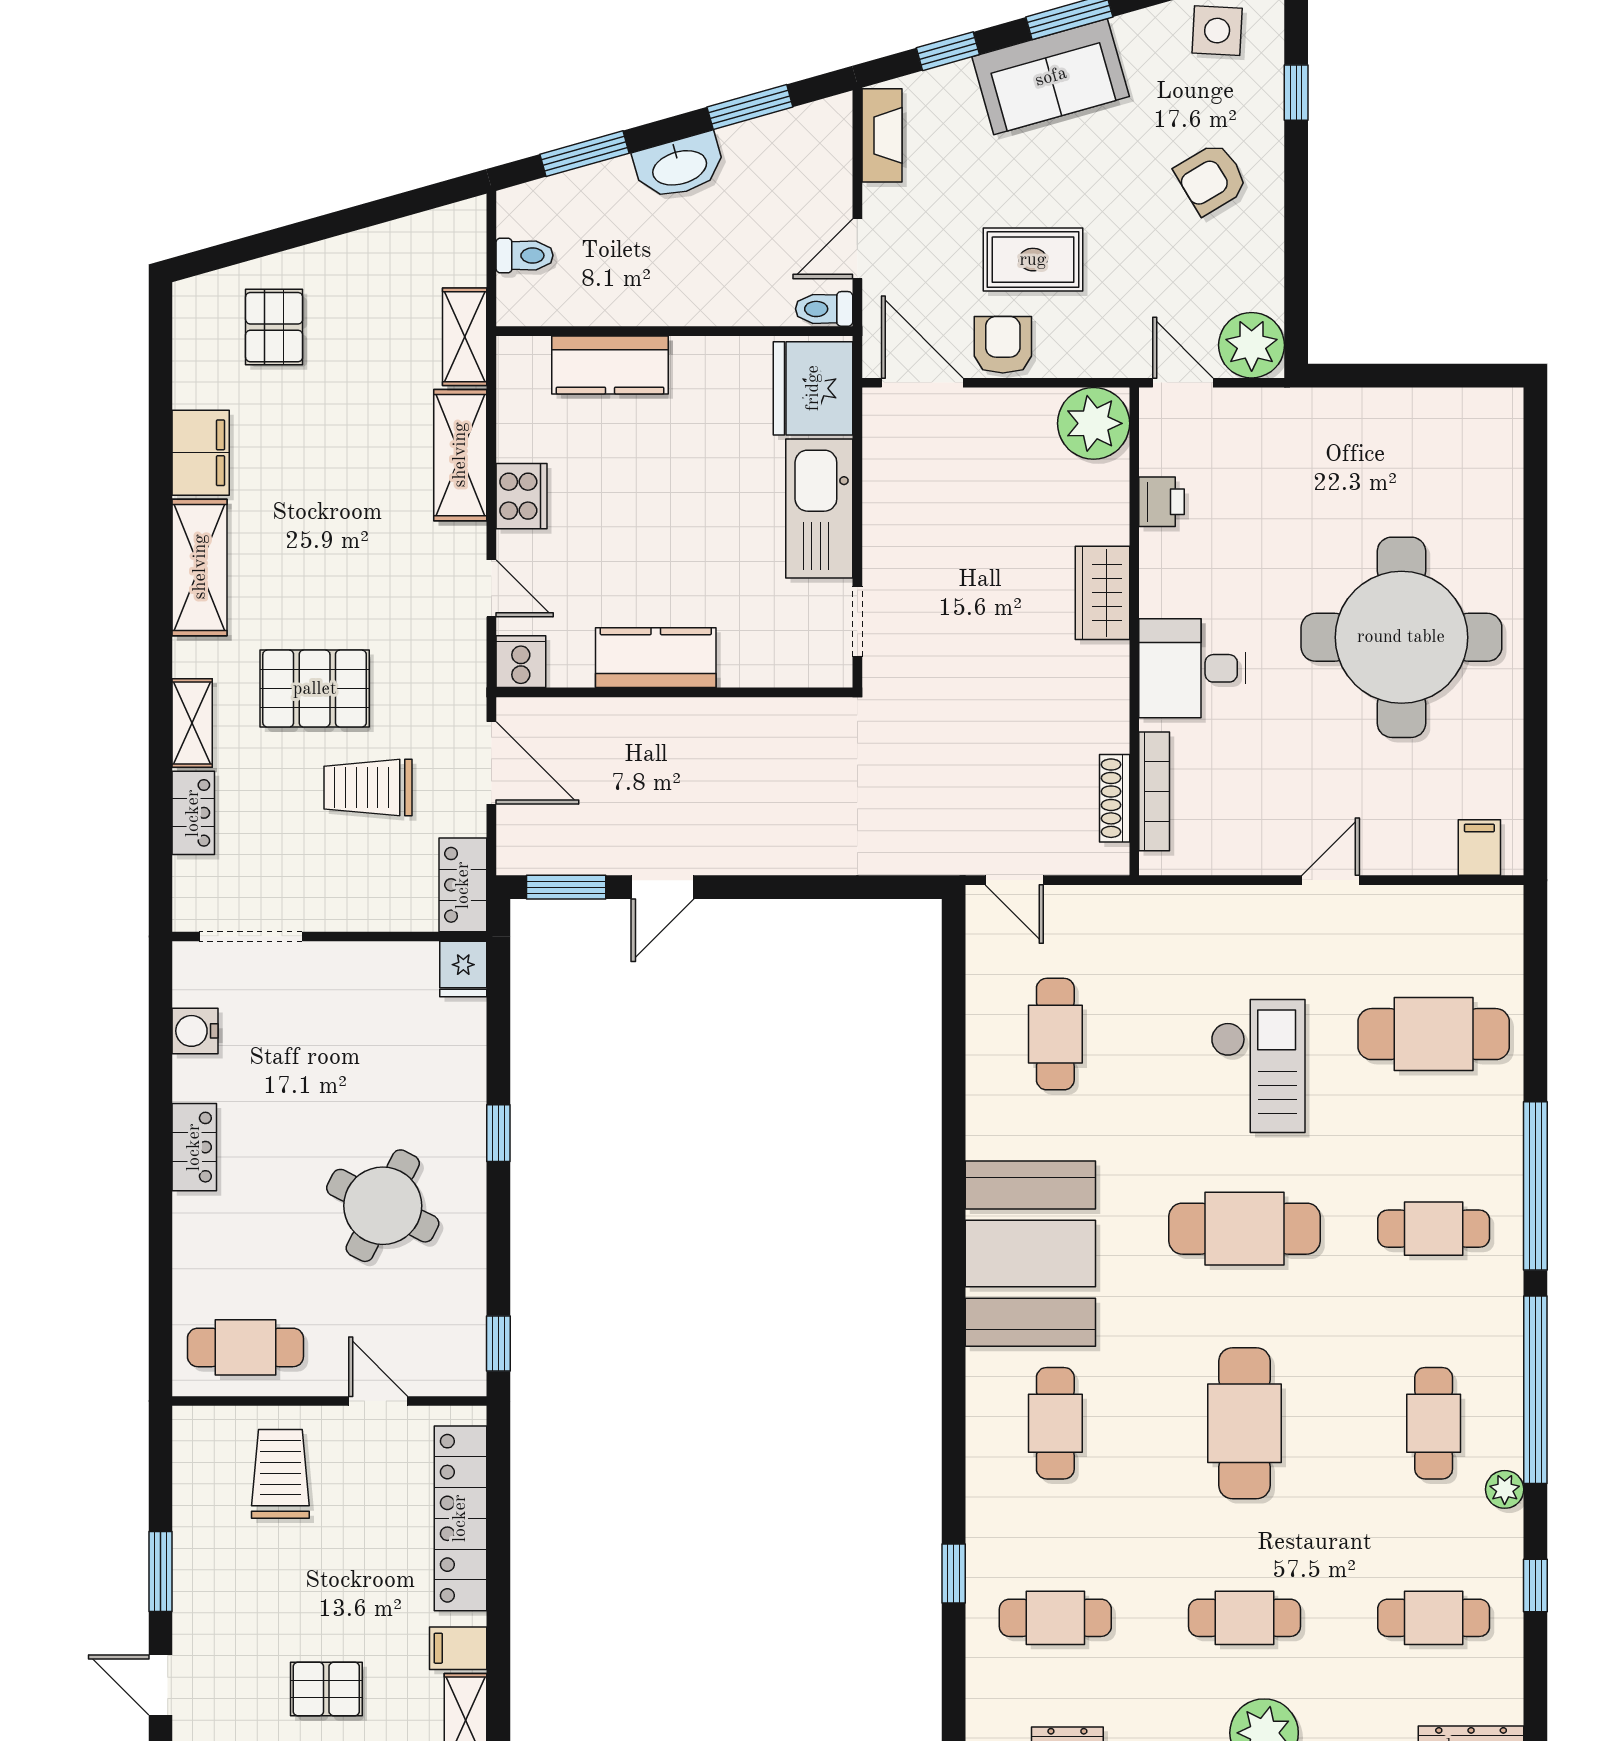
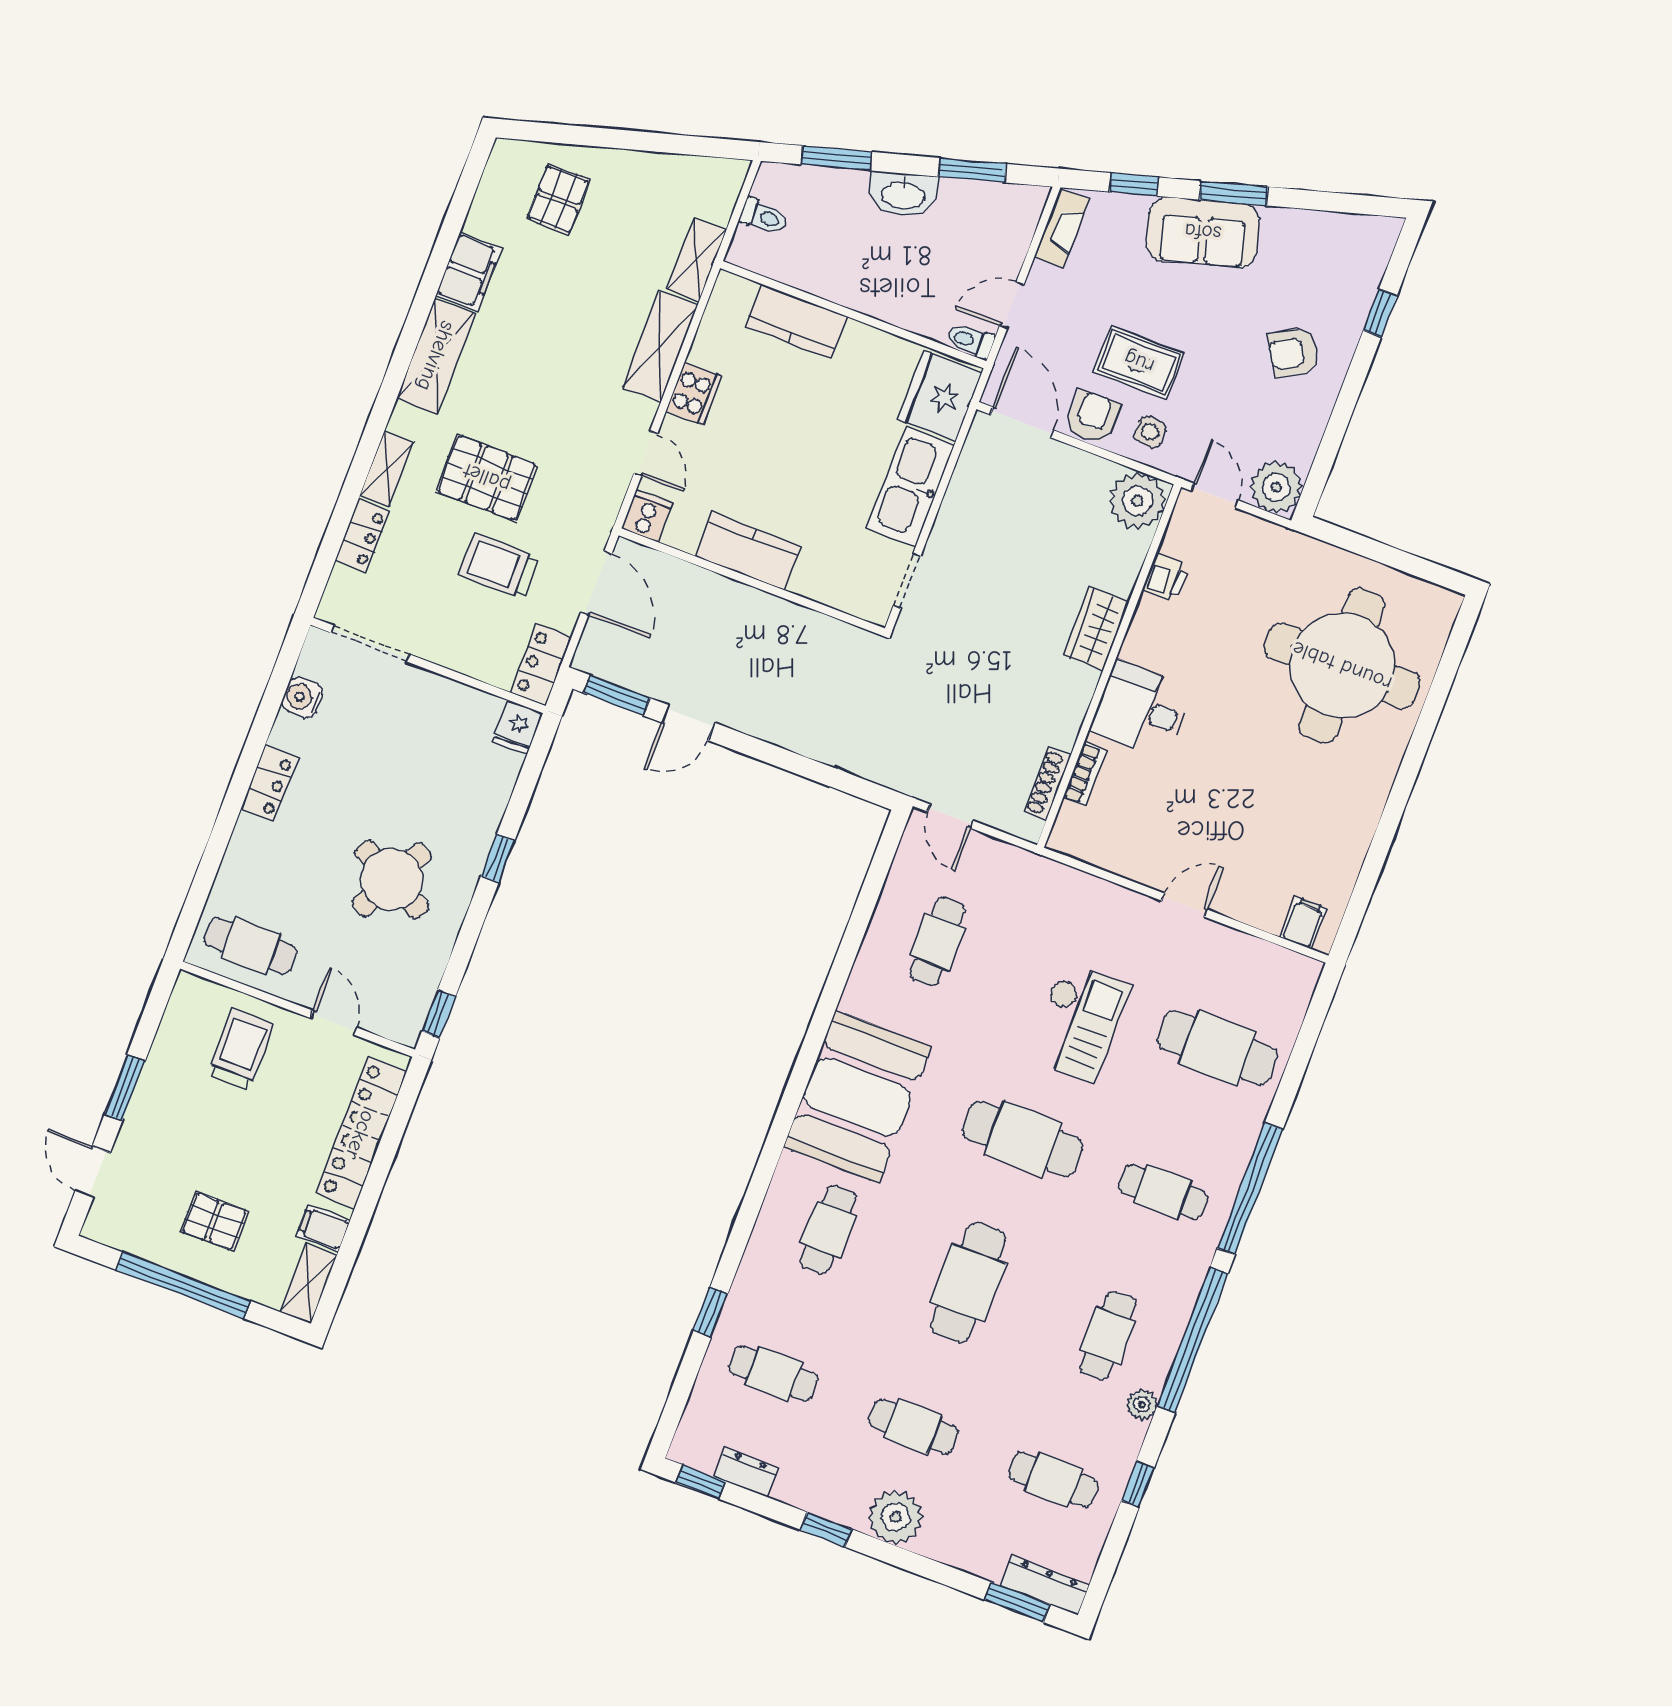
side table: (1217, 31) -> (1150, 432), moved, width x0.73, depth x0.73
round table: (1401, 637) -> (1342, 666), moved
bookcase: (1154, 791) -> (1085, 774), width x0.64

